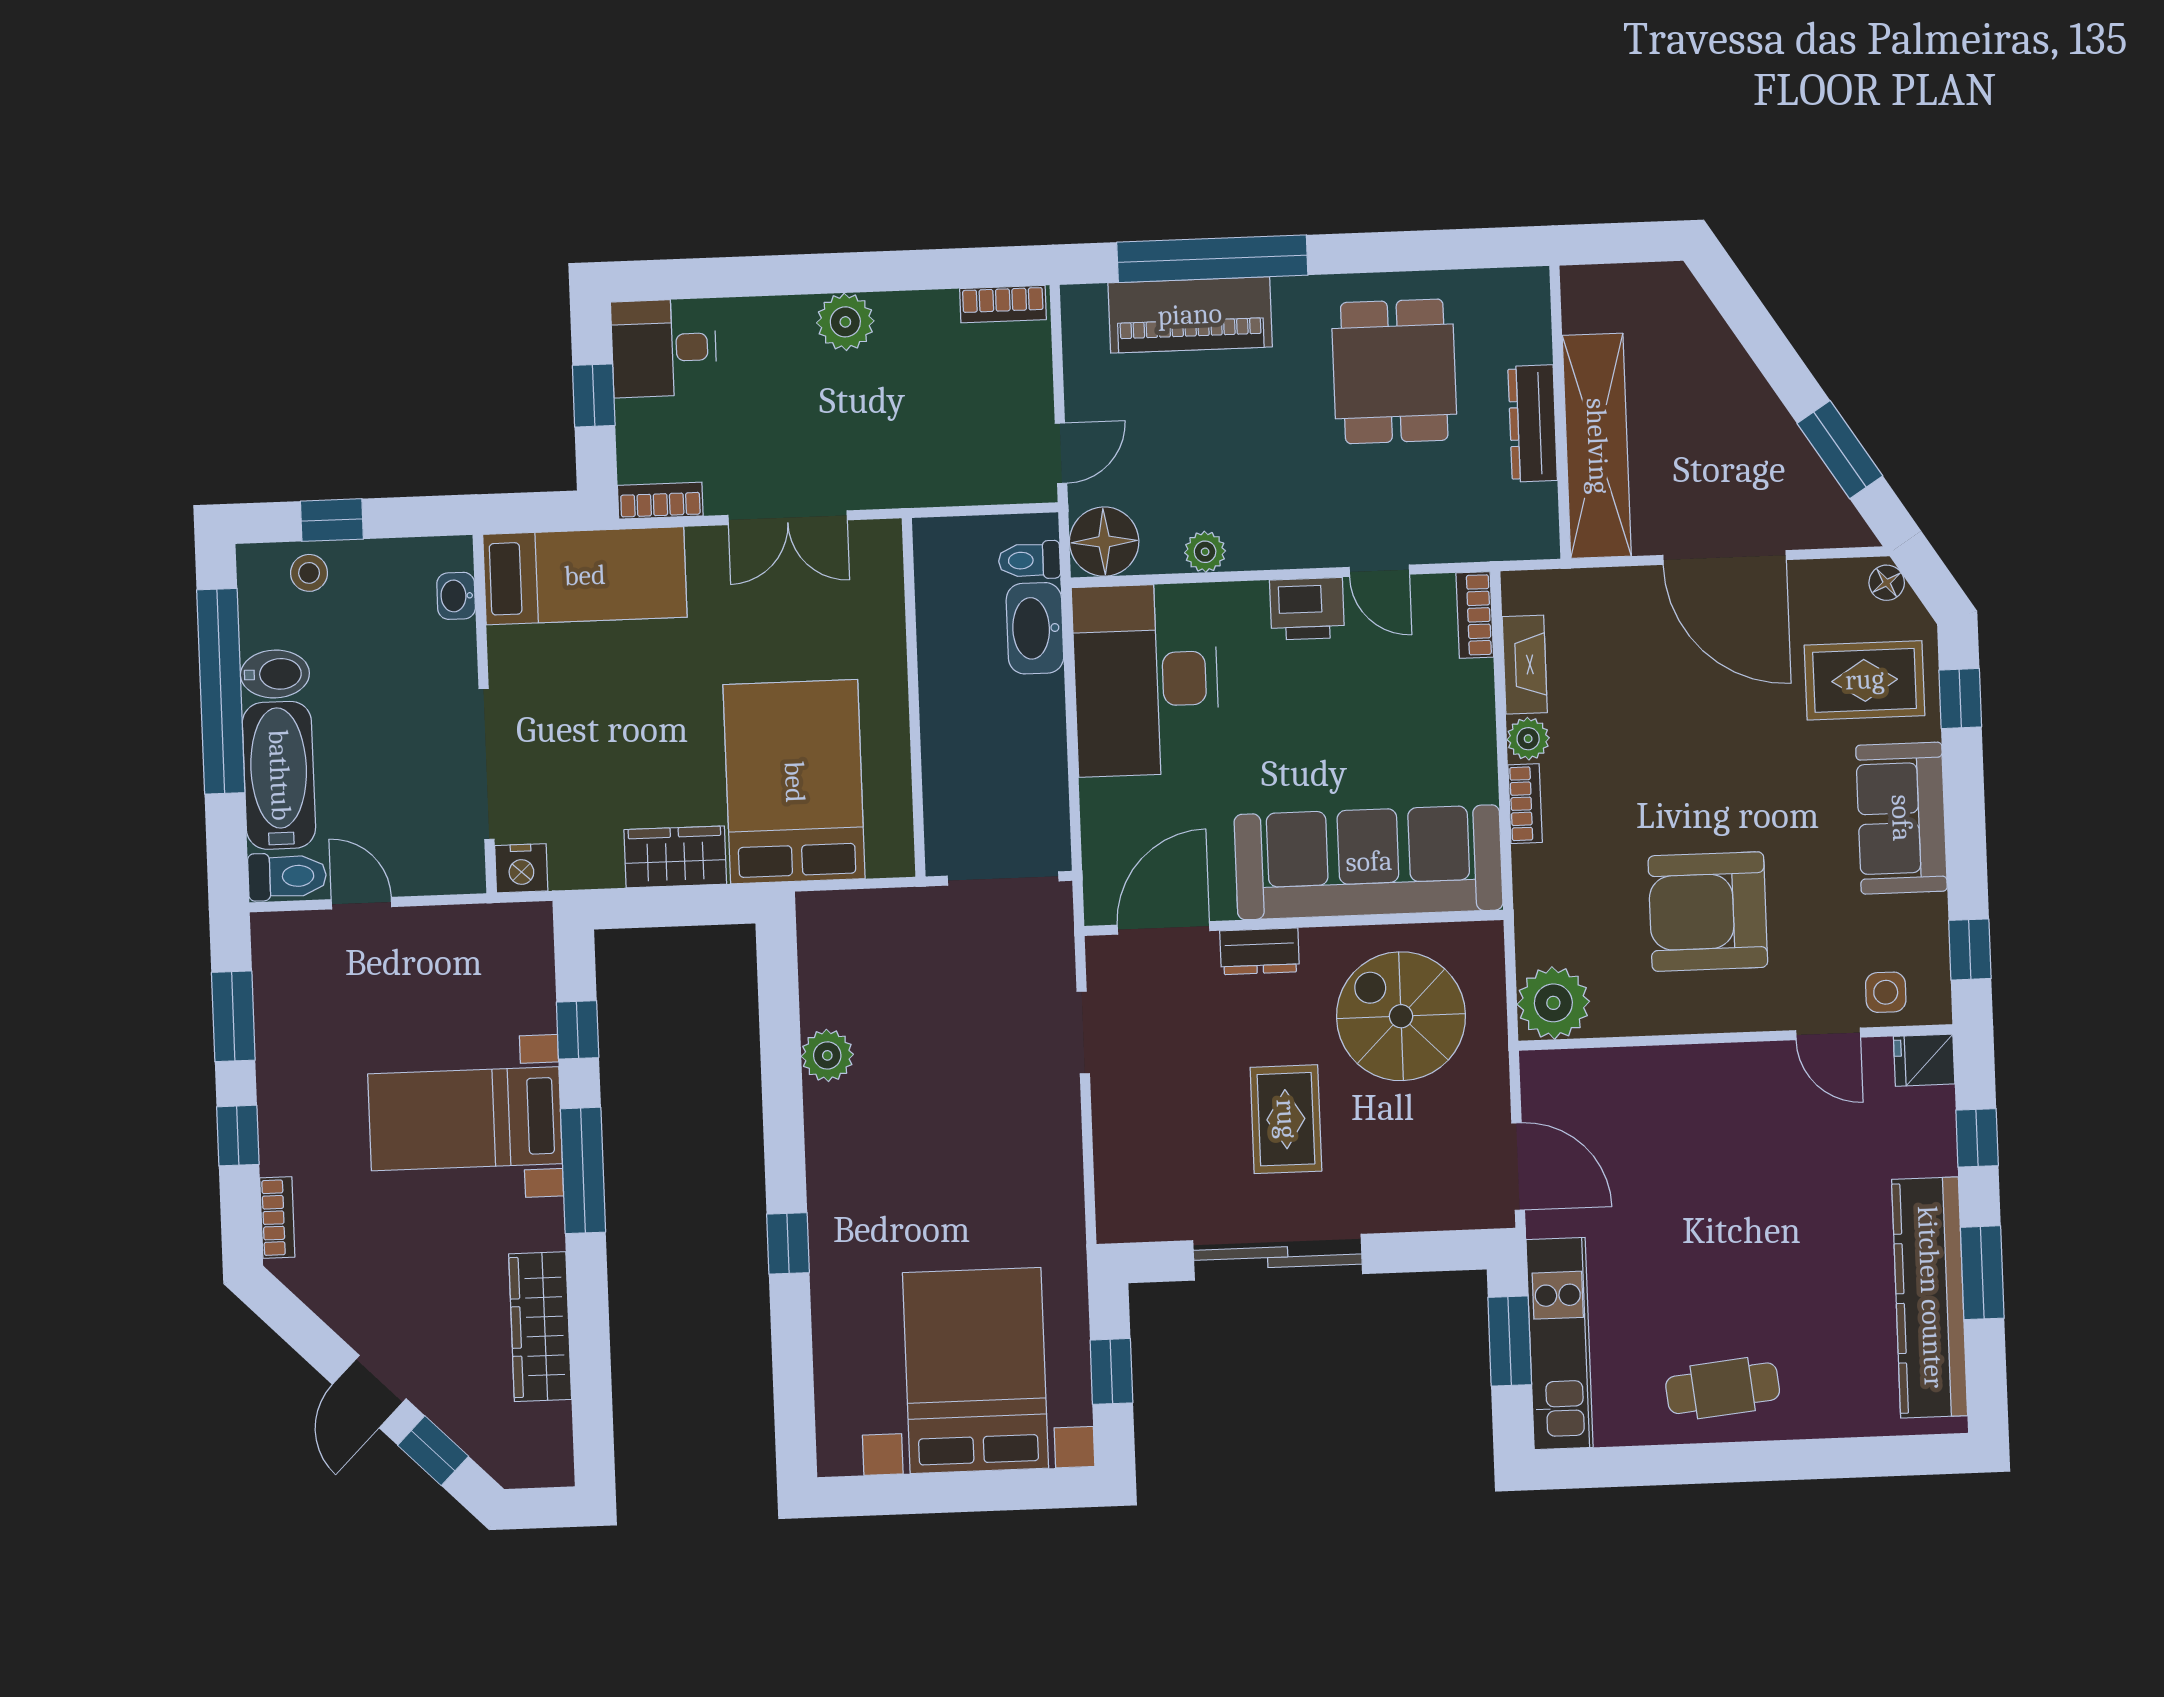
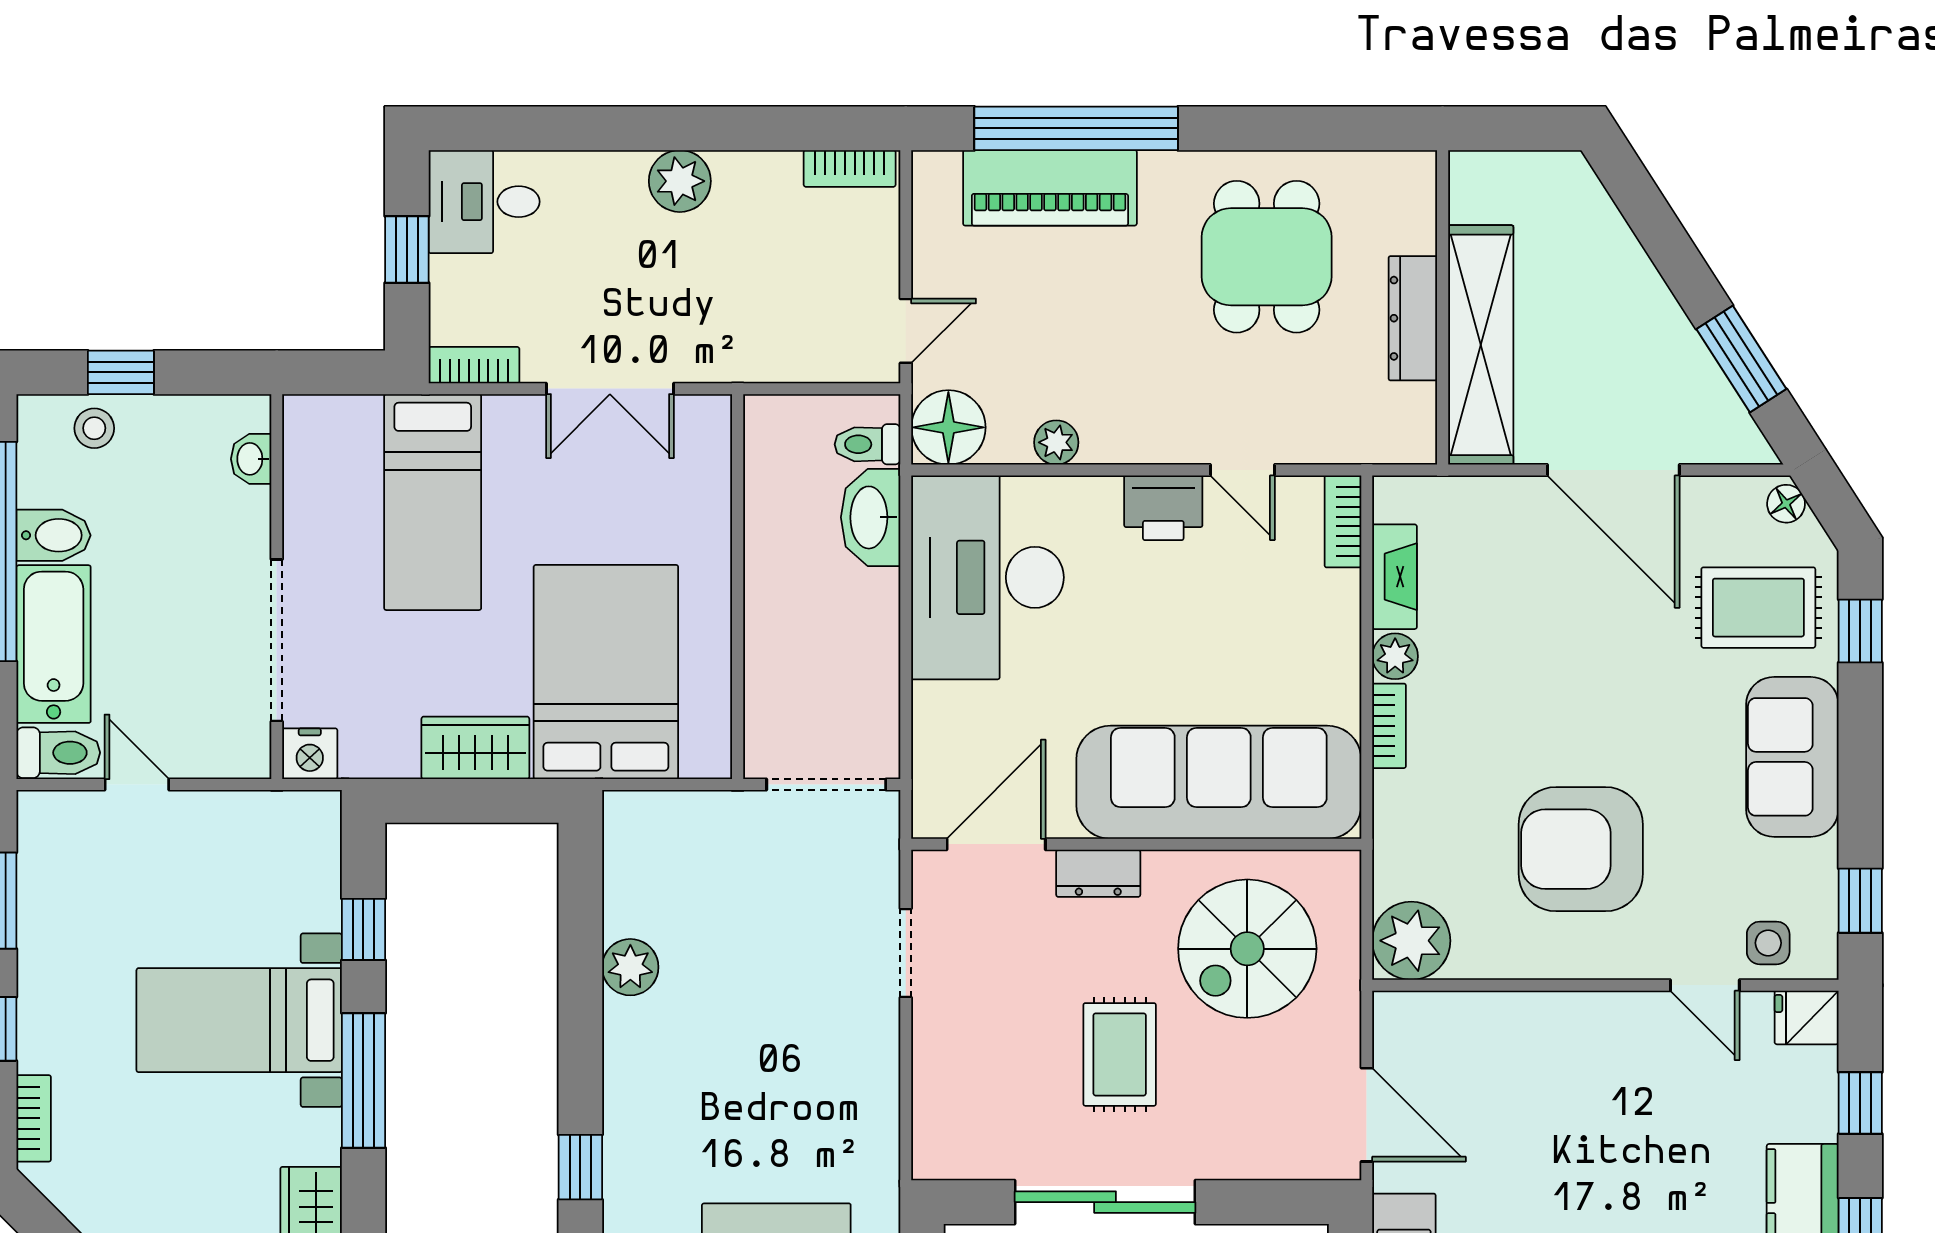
bed: (585, 576) -> (433, 502), moved, turned 90
spiral stairs: (1401, 1016) -> (1247, 949), turned -90

